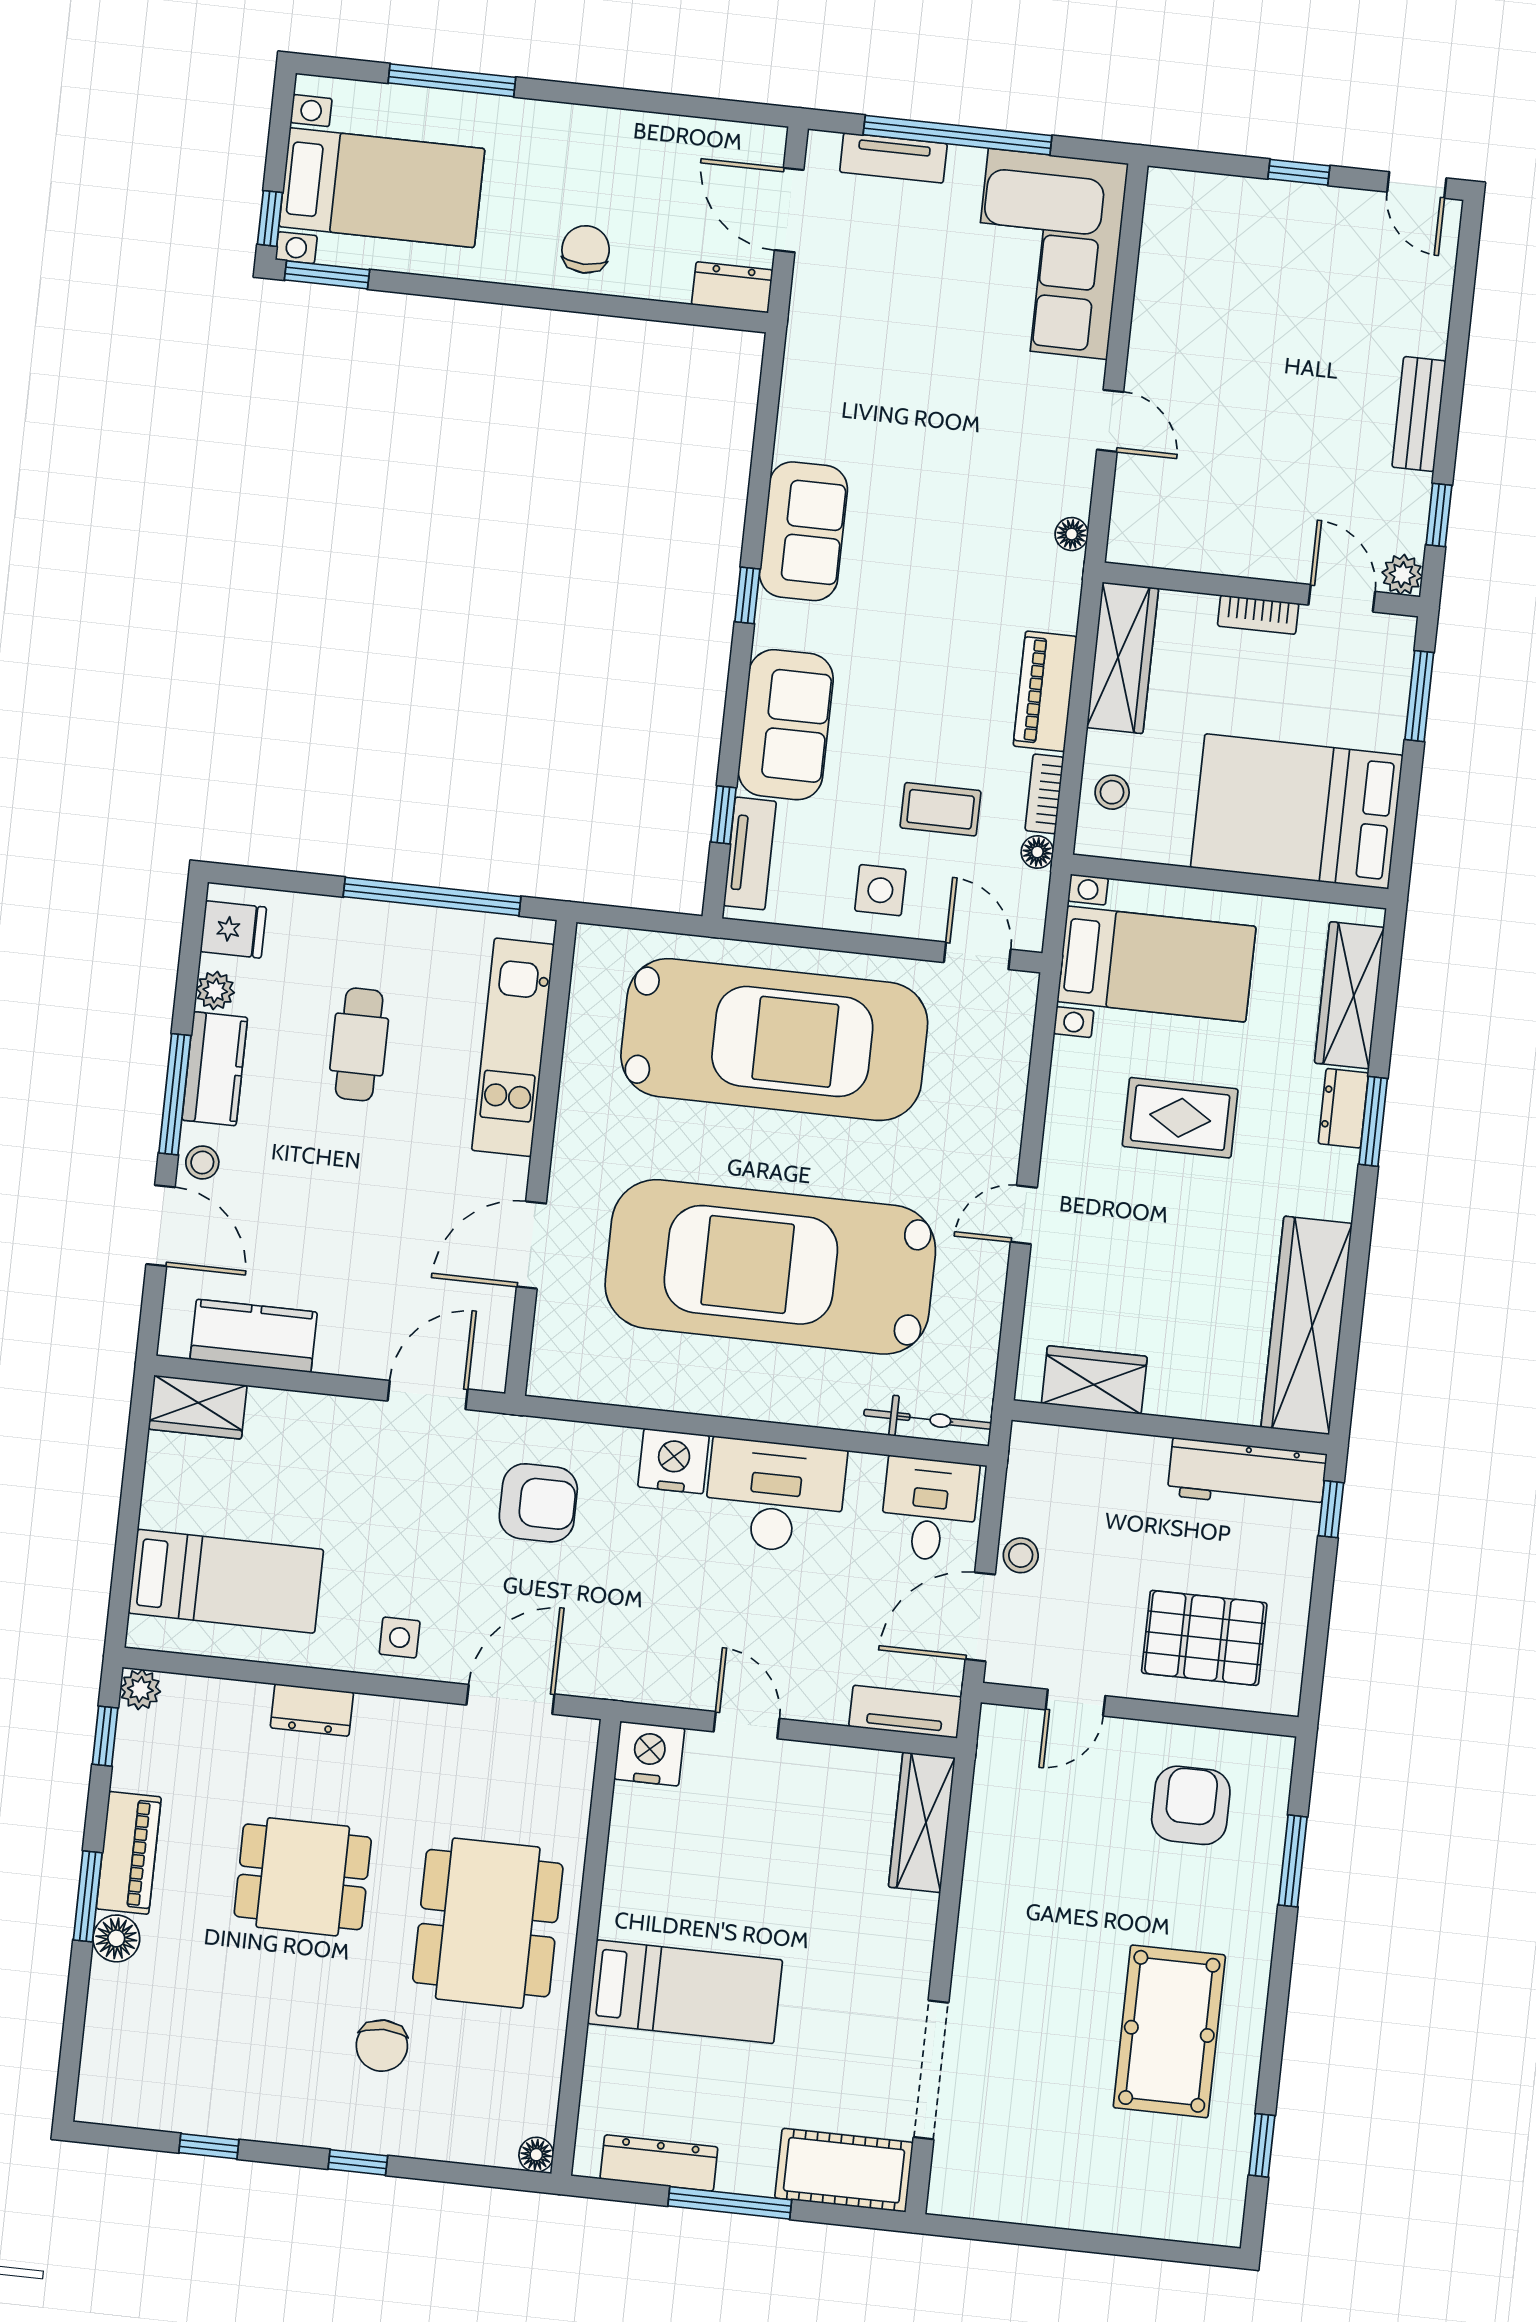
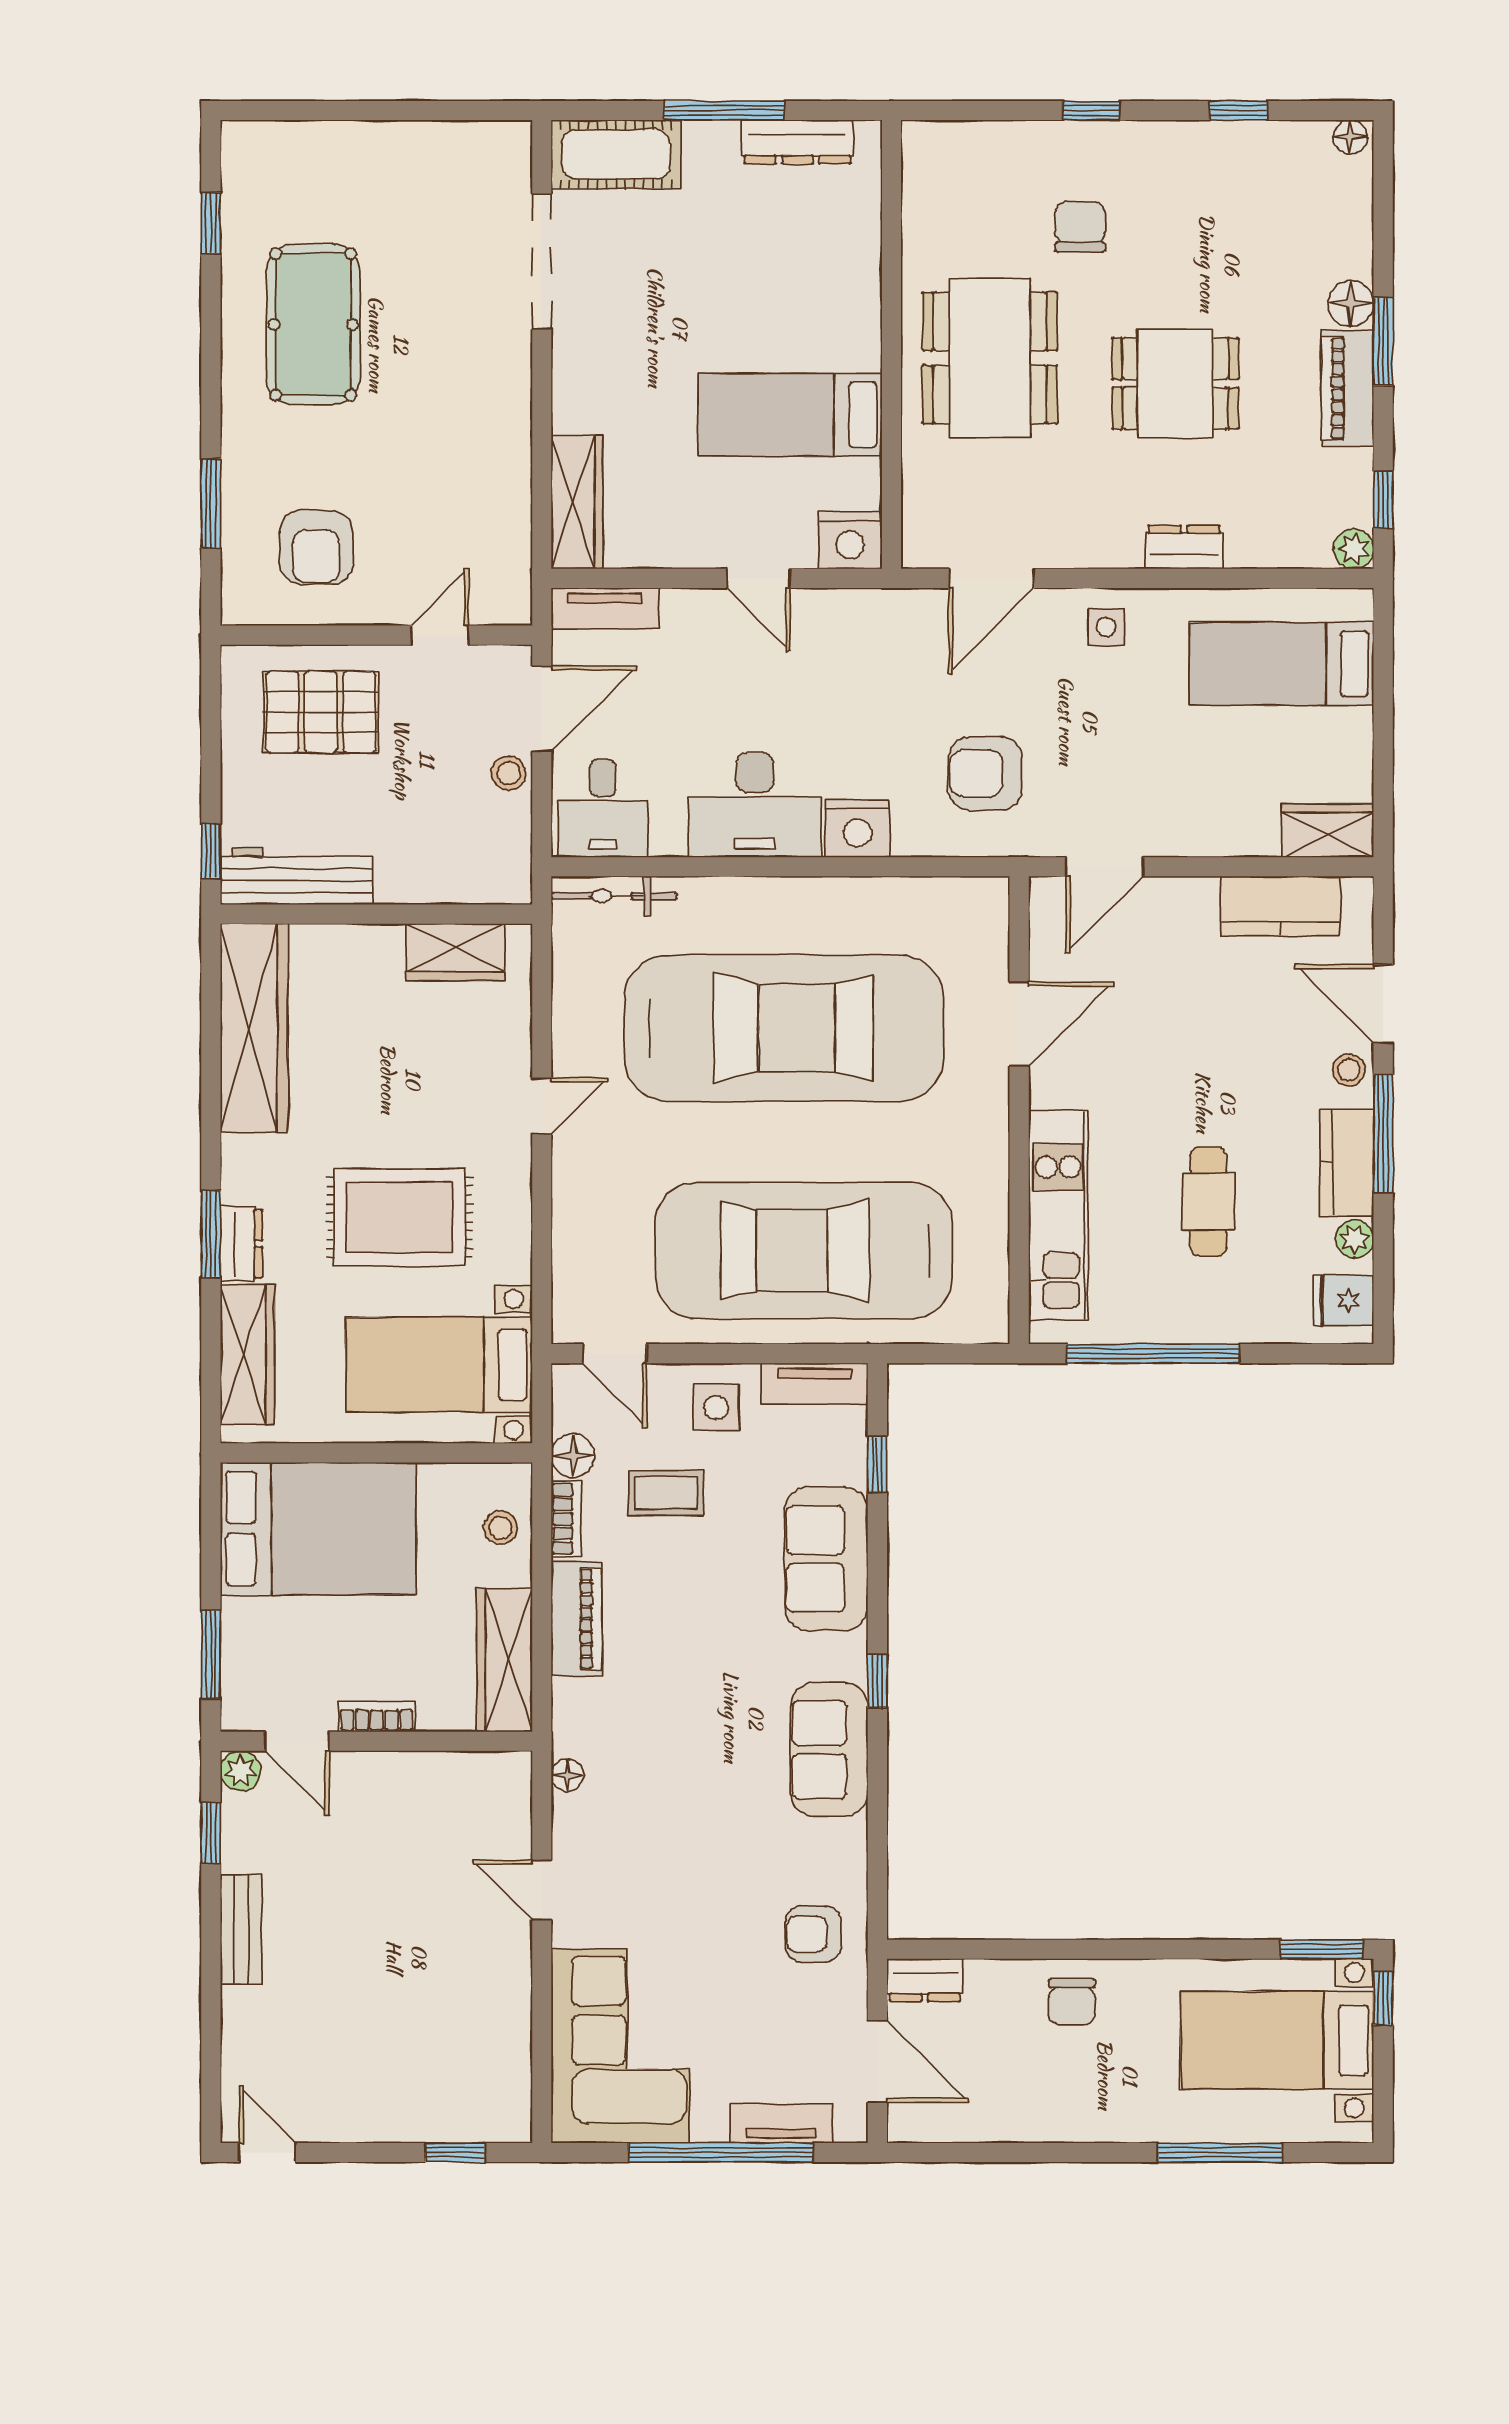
window: (1299, 172) -> (455, 2153), moved
armchair: (840, 346) -> (813, 1934), added
floor lamp: (1037, 852) -> (573, 1455), width x1.37, depth x1.37
tv unit: (750, 853) -> (814, 1384), moved, turned -90
rug: (1180, 1118) -> (400, 1217), width x1.36, depth x1.43
bed: (685, 1992) -> (790, 415), moved
floor lamp: (536, 2155) -> (1350, 137), moved

